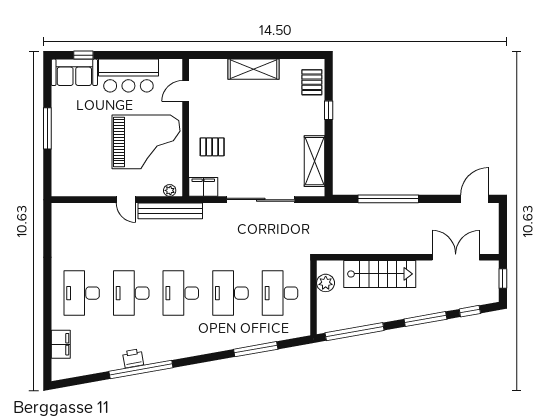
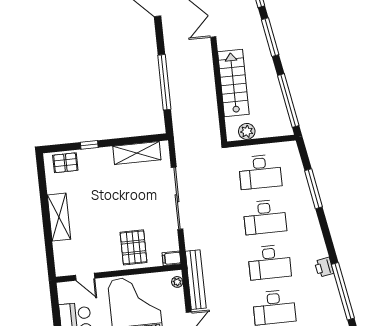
pallet: (212, 147) -> (134, 247), width x1.50, depth x1.42
filing cabinet: (203, 187) -> (171, 258), width x0.50
printer: (133, 358) -> (324, 267), moved

